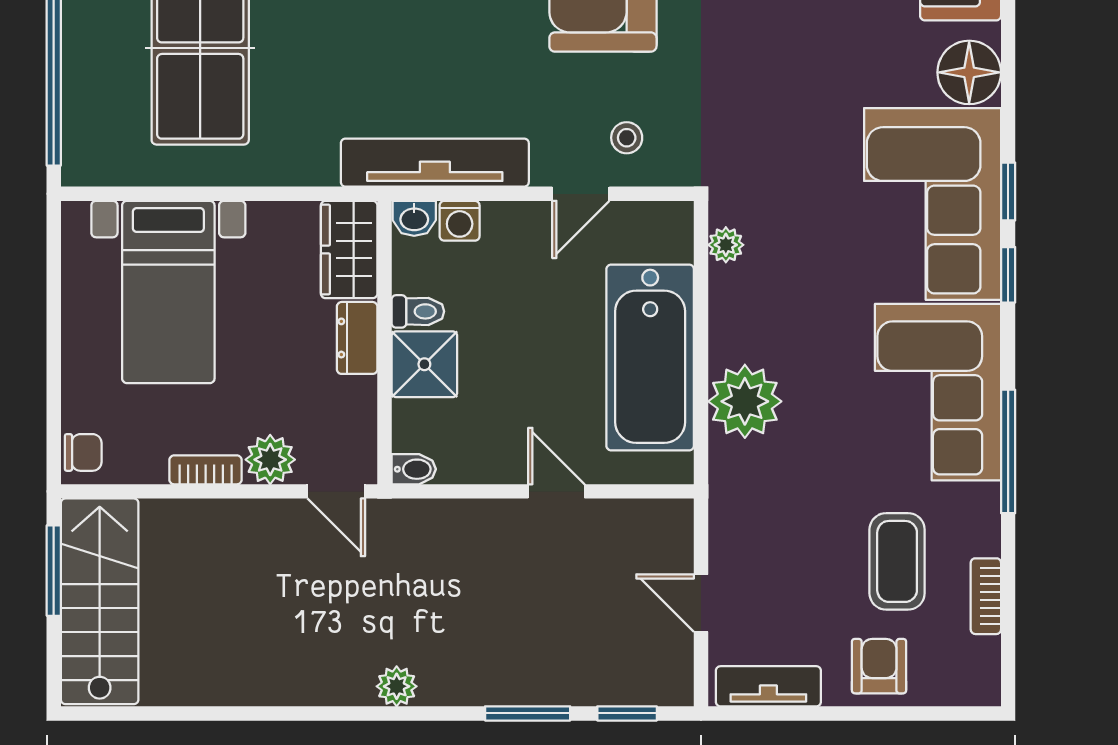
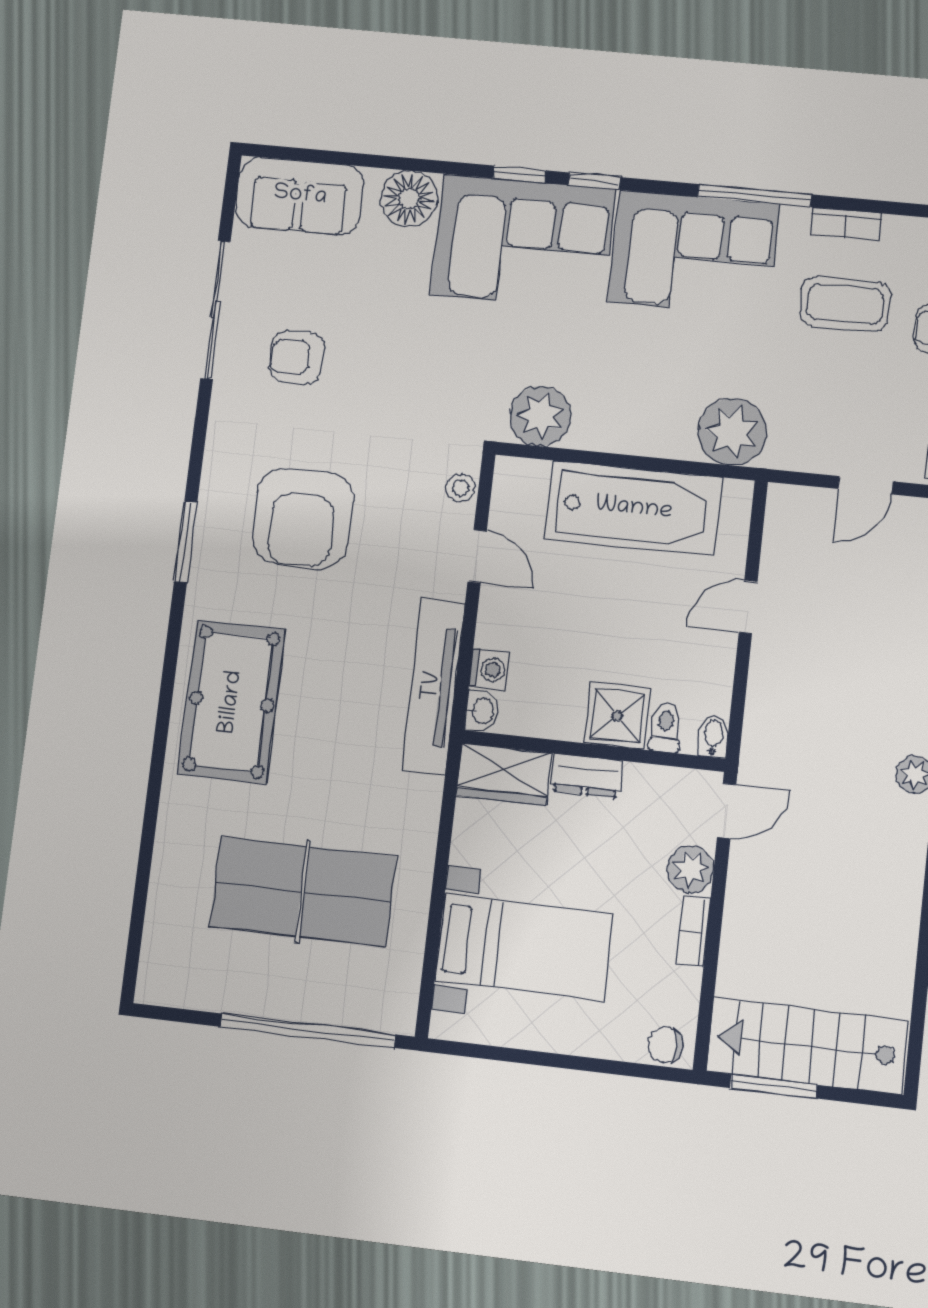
stool: (627, 138) -> (460, 488), moved
plant: (726, 245) -> (540, 416), width x1.88, depth x1.88
toilet: (418, 311) -> (666, 727), moved
plant: (745, 401) -> (732, 432), moved
chair: (83, 452) -> (665, 1045), turned -90
bookcase: (986, 596) -> (845, 224), moved

